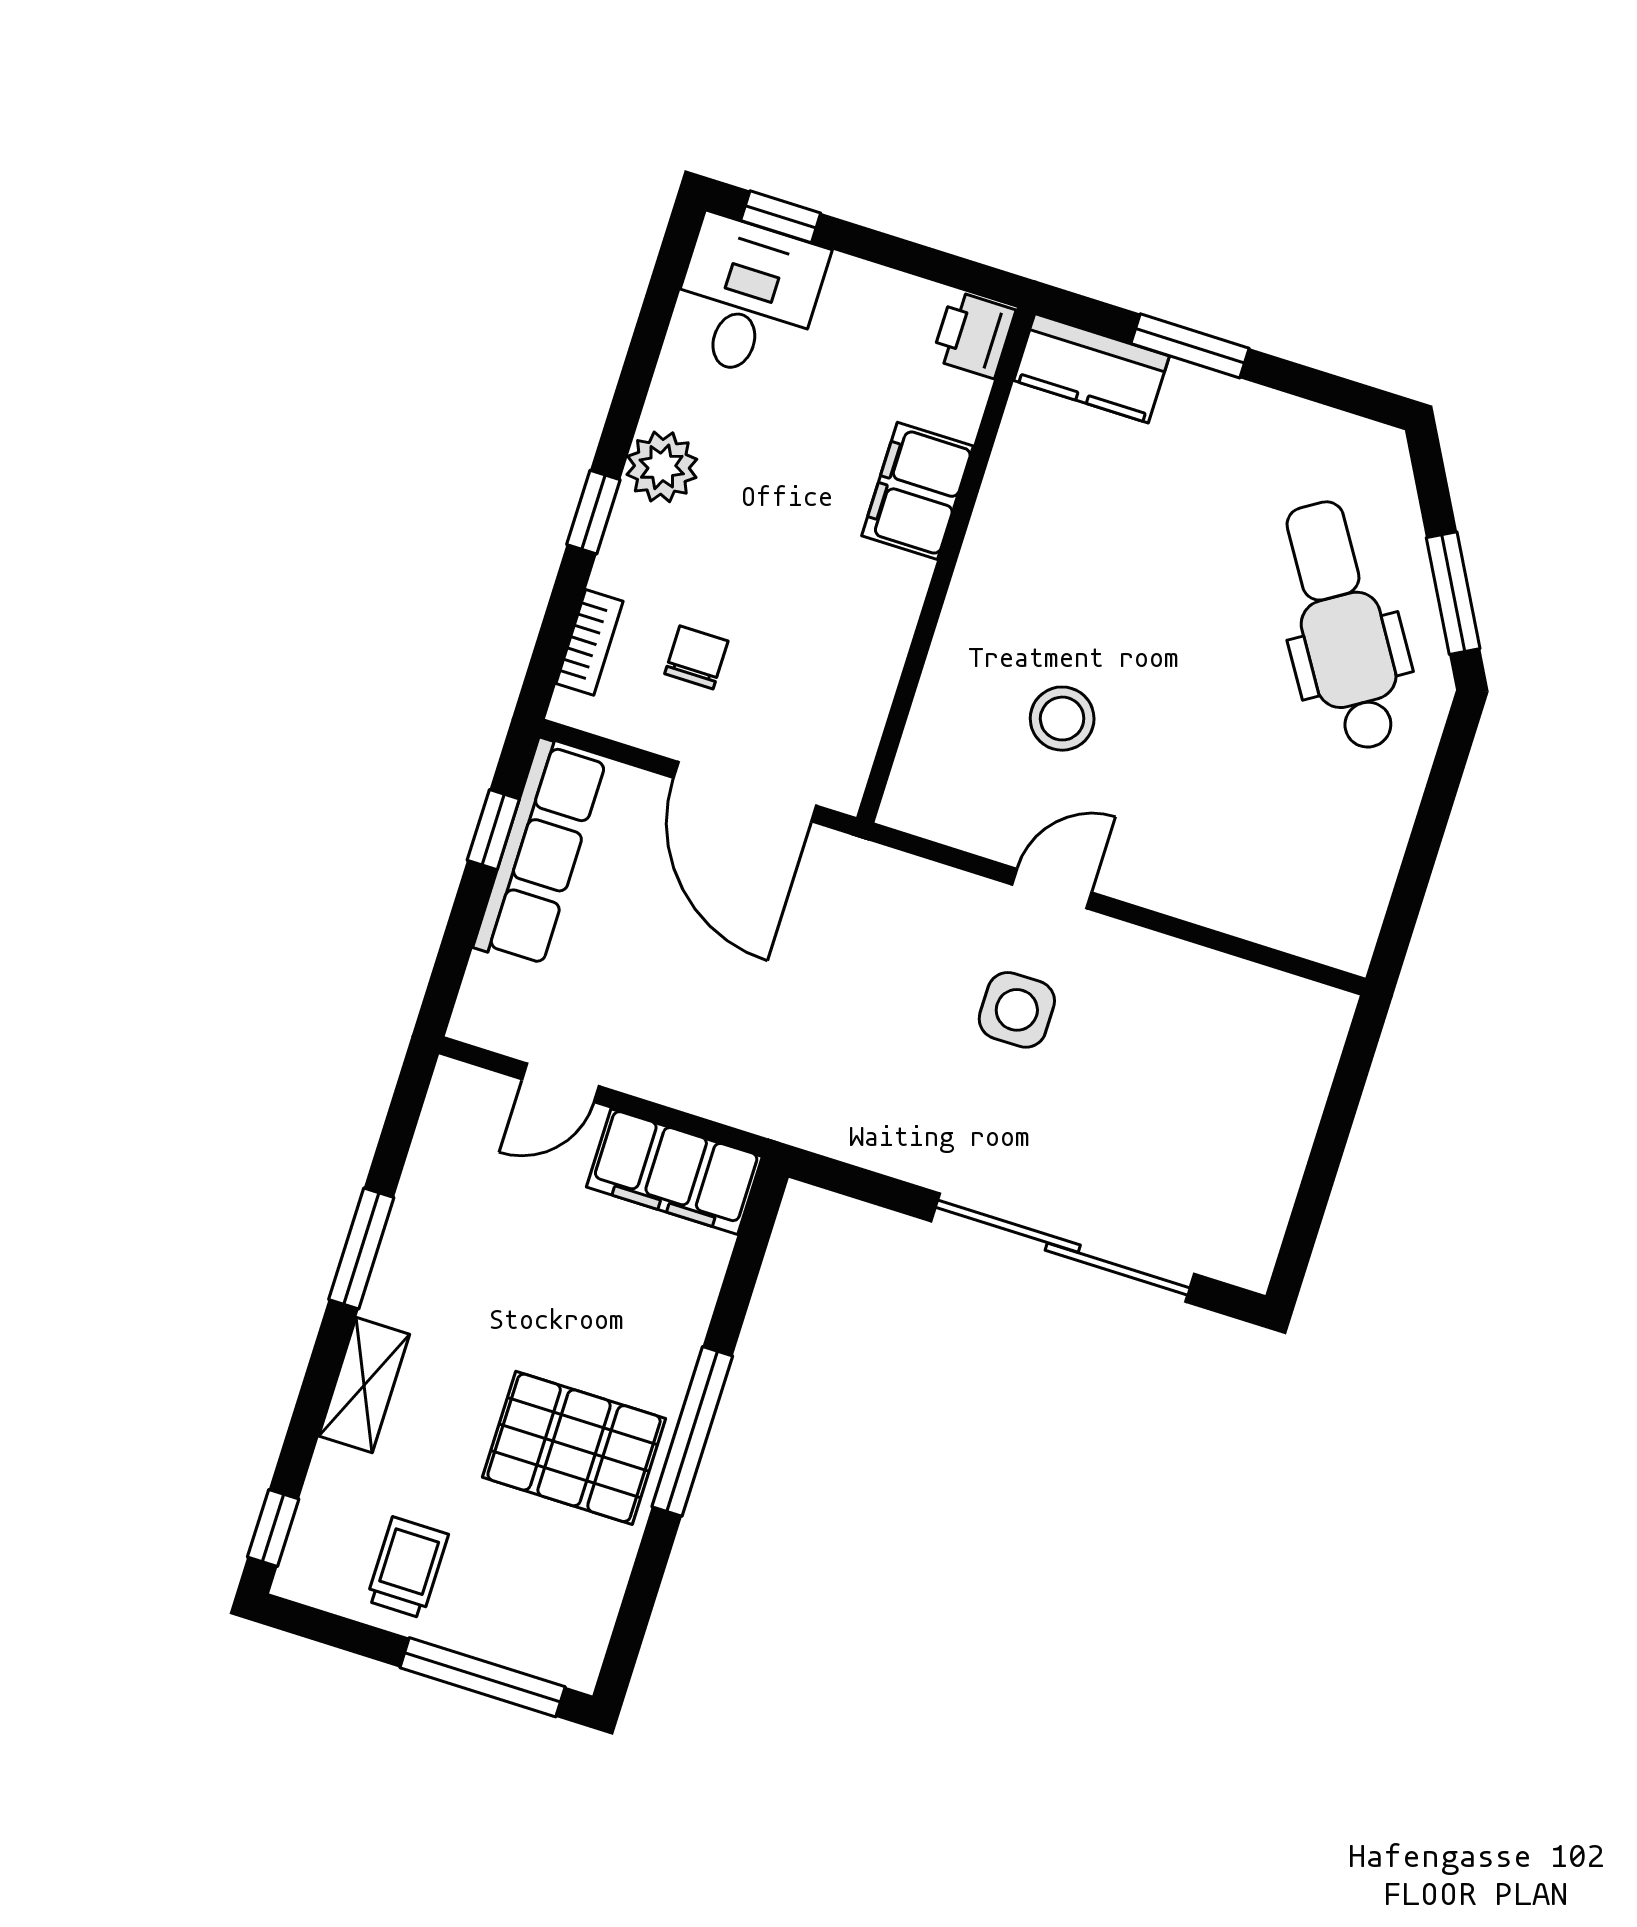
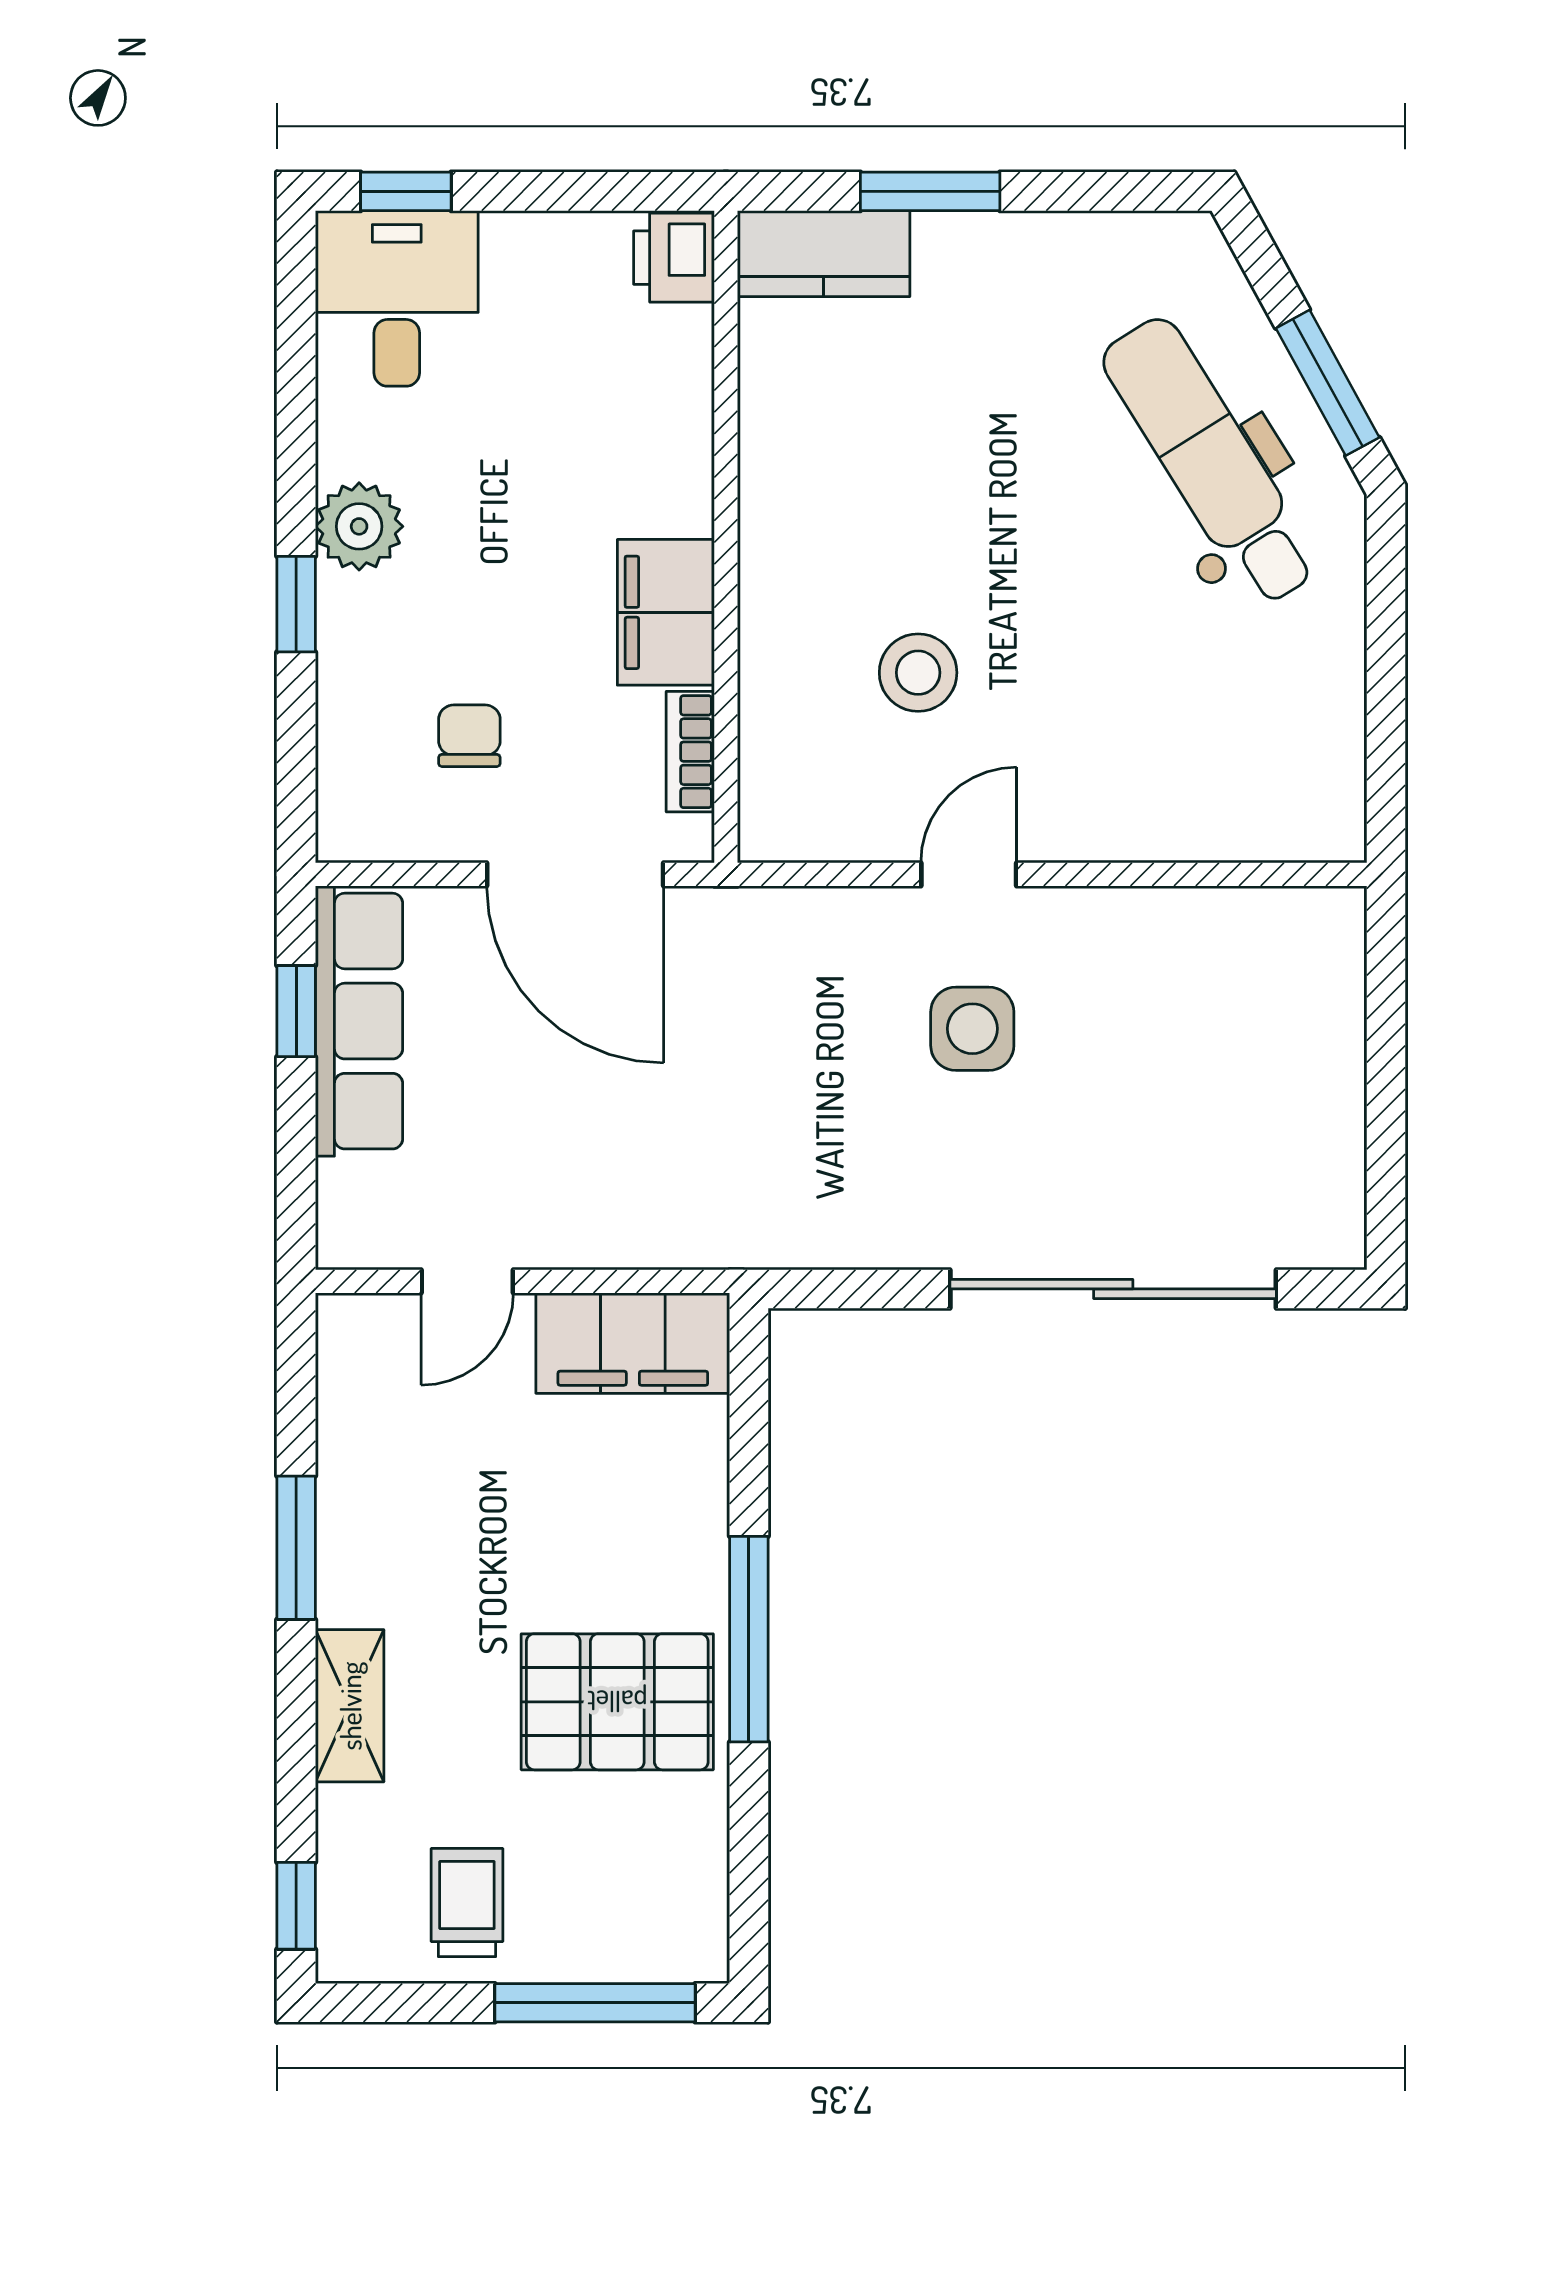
filing cabinet: (917, 491) -> (666, 612), moved
bookcase: (590, 642) -> (690, 752), moved, turned 180

